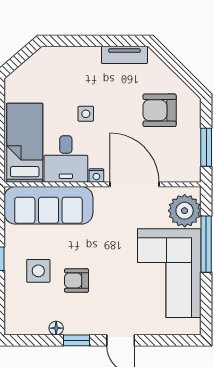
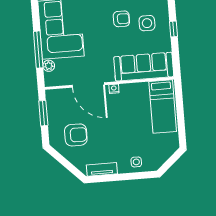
side table: (86, 114) -> (136, 162), moved
desk: (66, 159) -> (135, 98), removed
plant: (185, 211) -> (49, 66), width x0.53, depth x0.53

